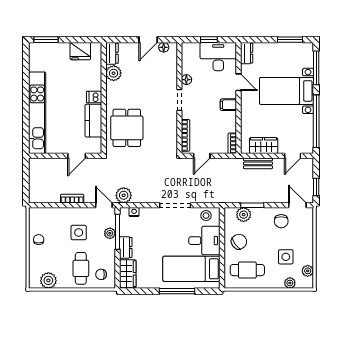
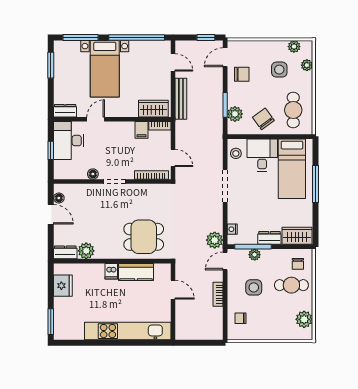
filing cabinet: (228, 105) -> (141, 130), moved
wardrobe: (264, 146) -> (153, 109), moved, turned 90
bench: (258, 163) -> (181, 99), width x1.36
chair: (39, 240) -> (241, 318), moved

